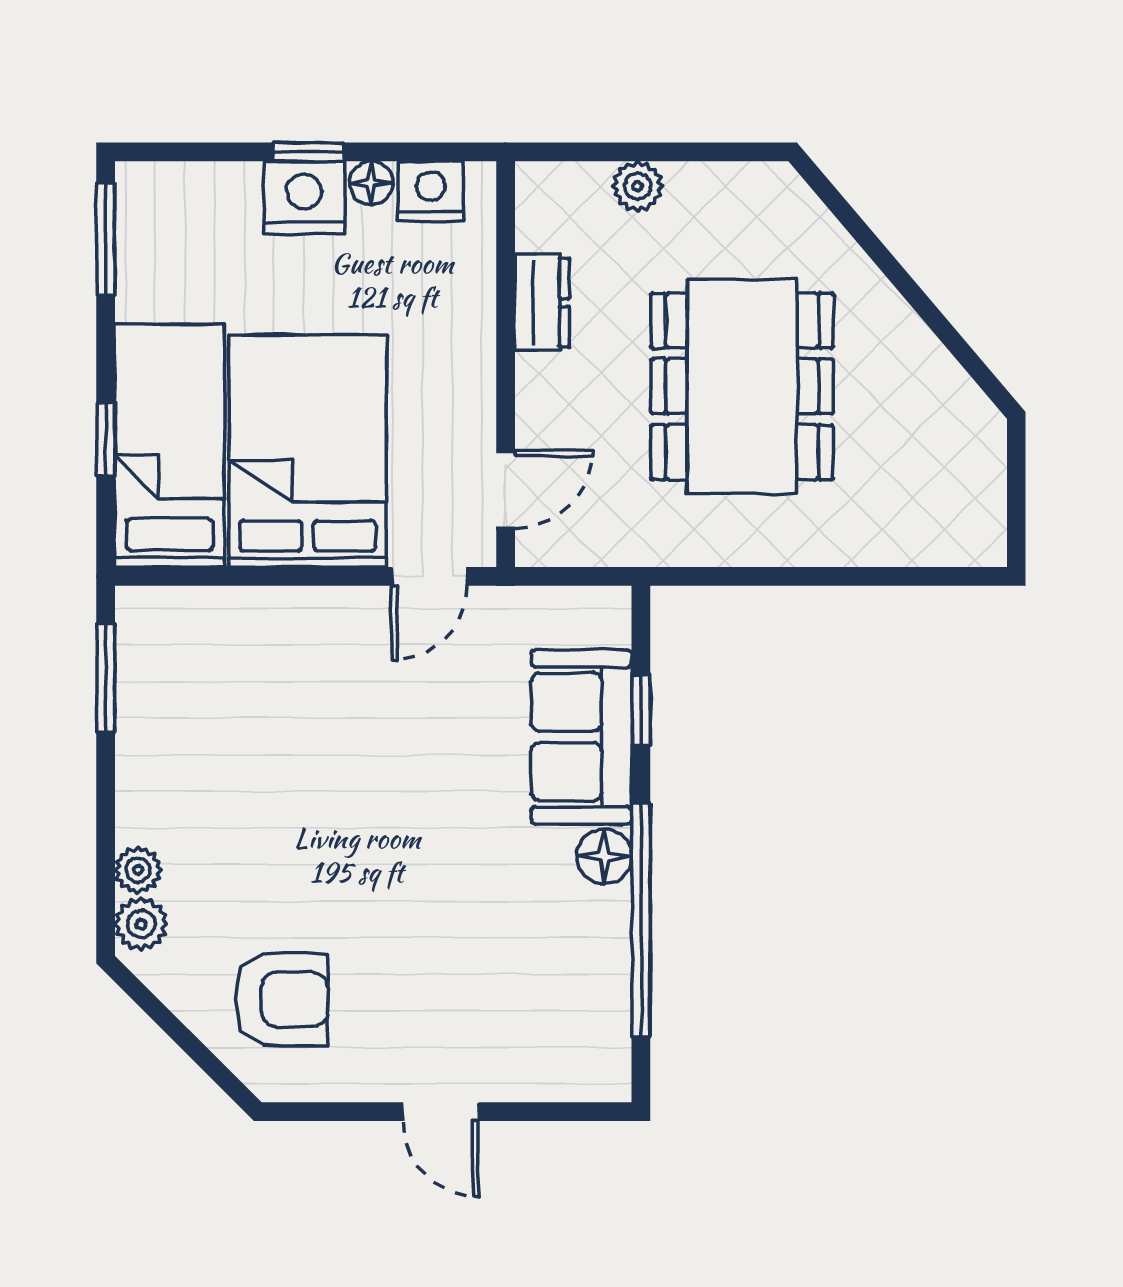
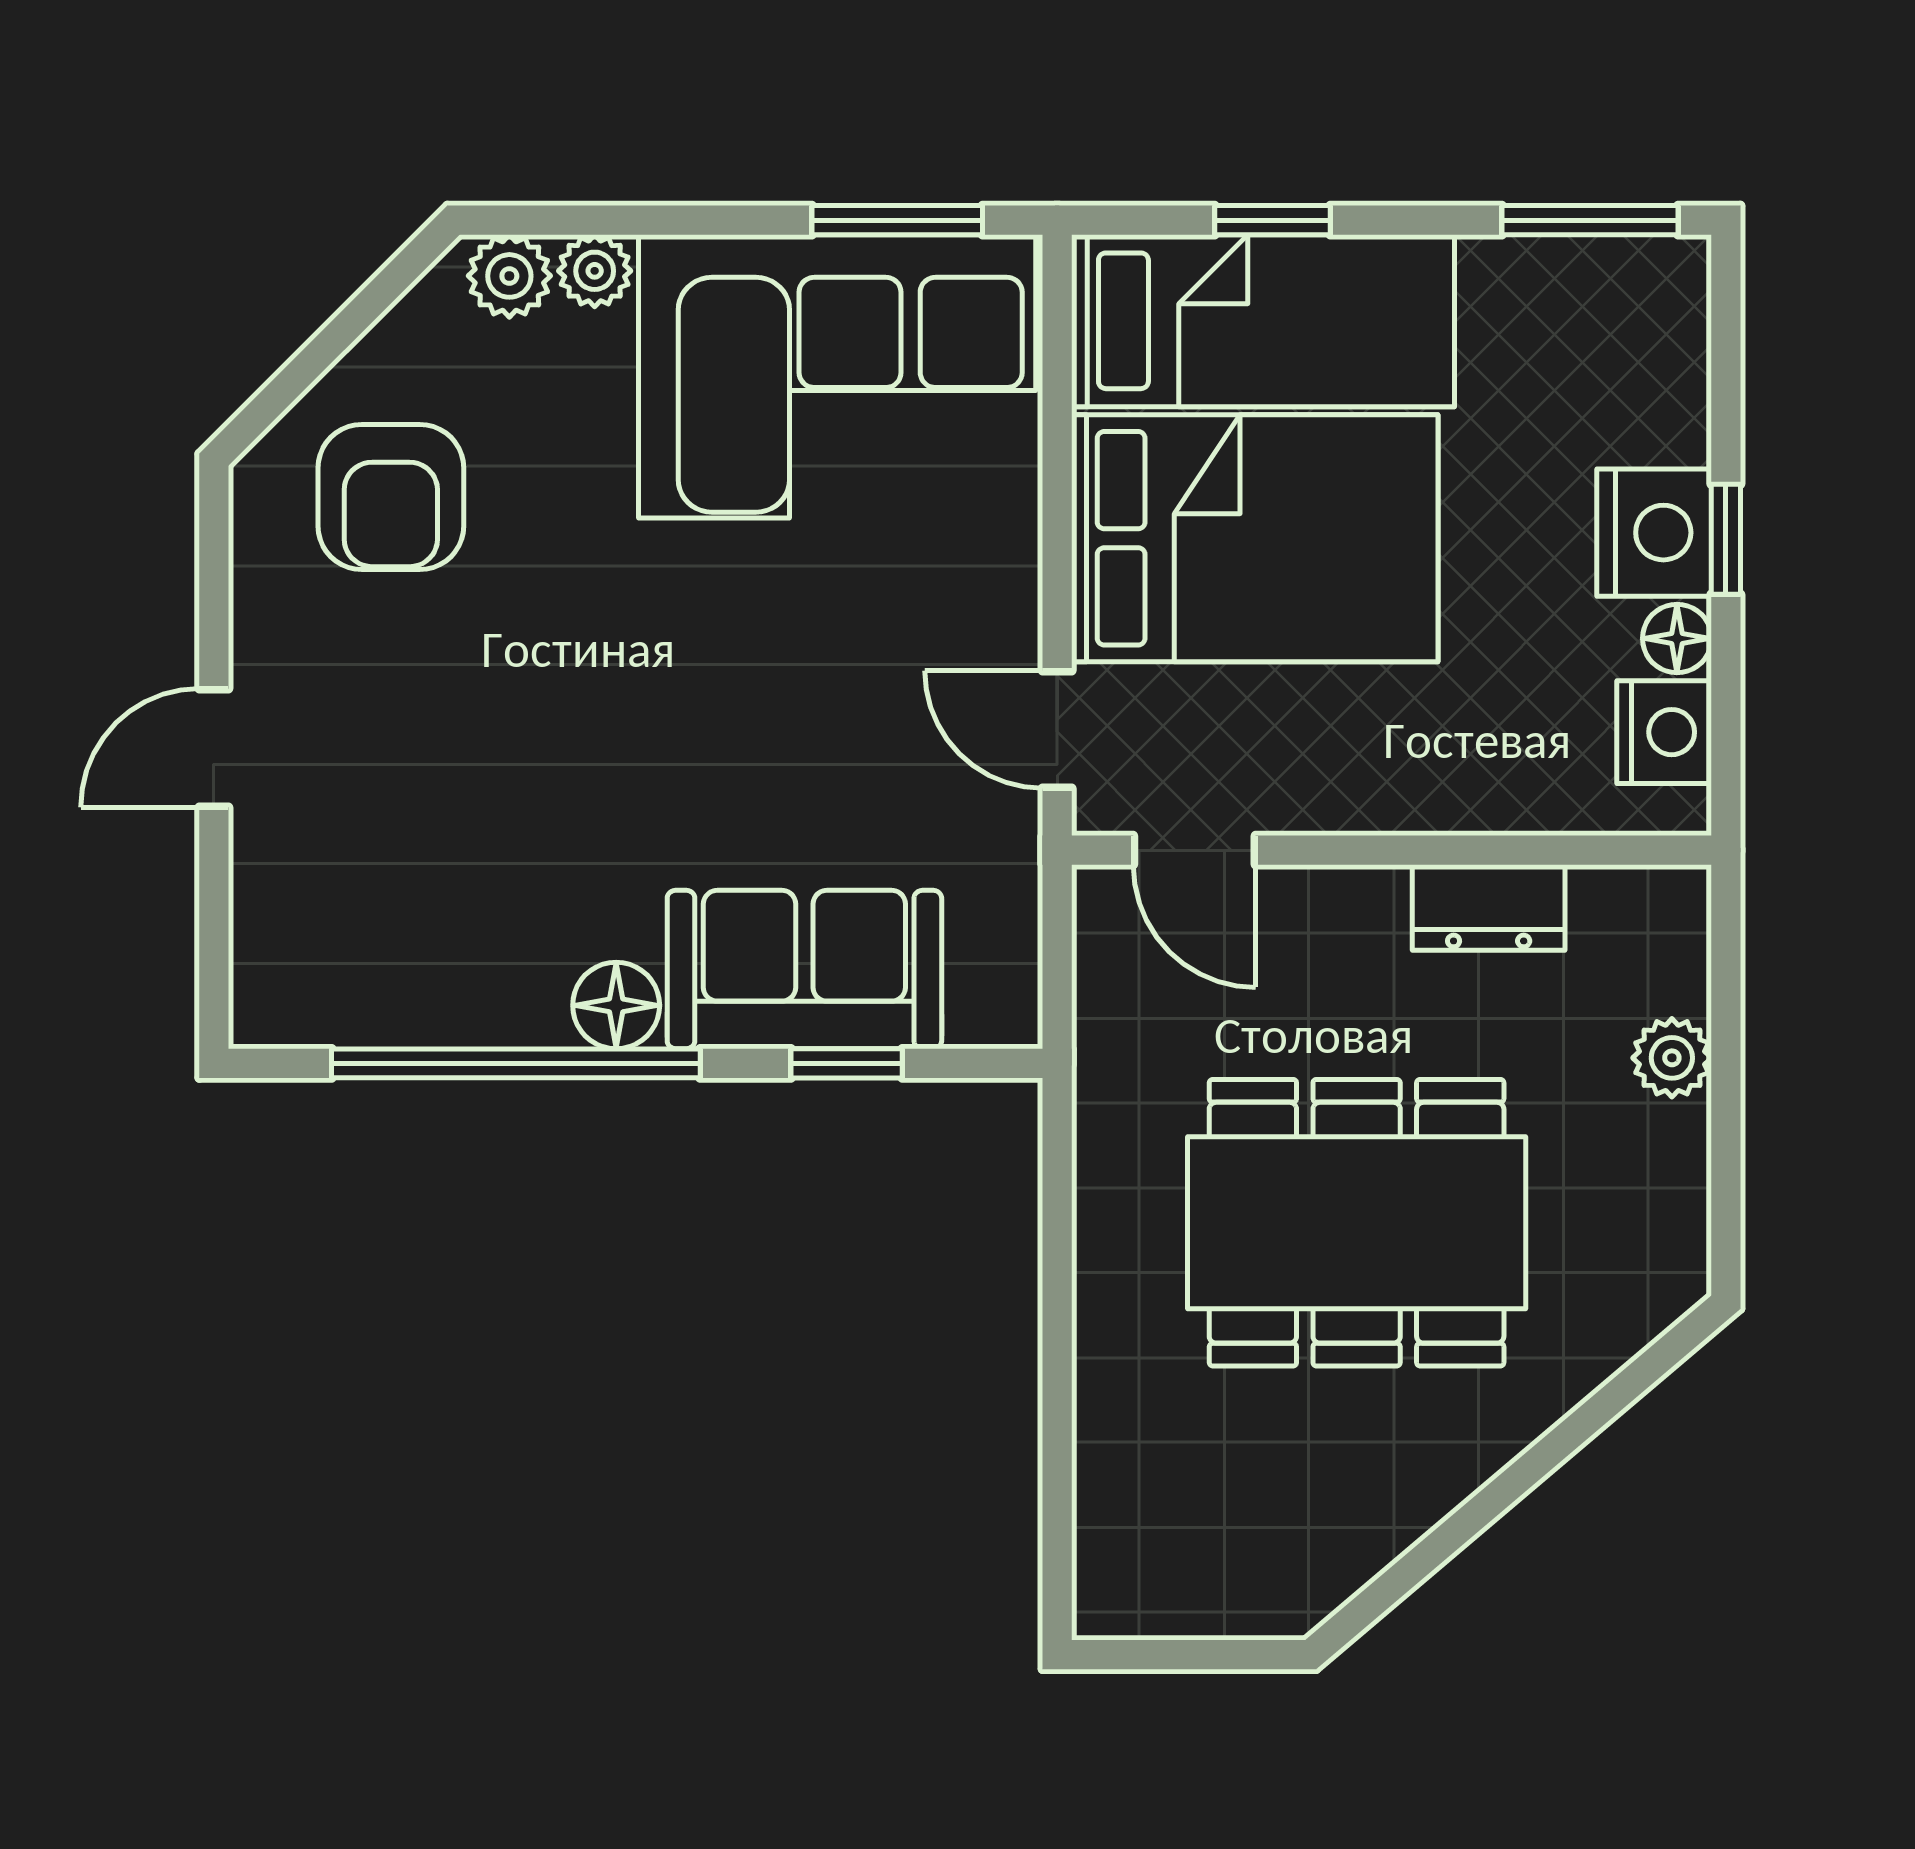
corner sofa: (205, 716) -> (837, 376), added

